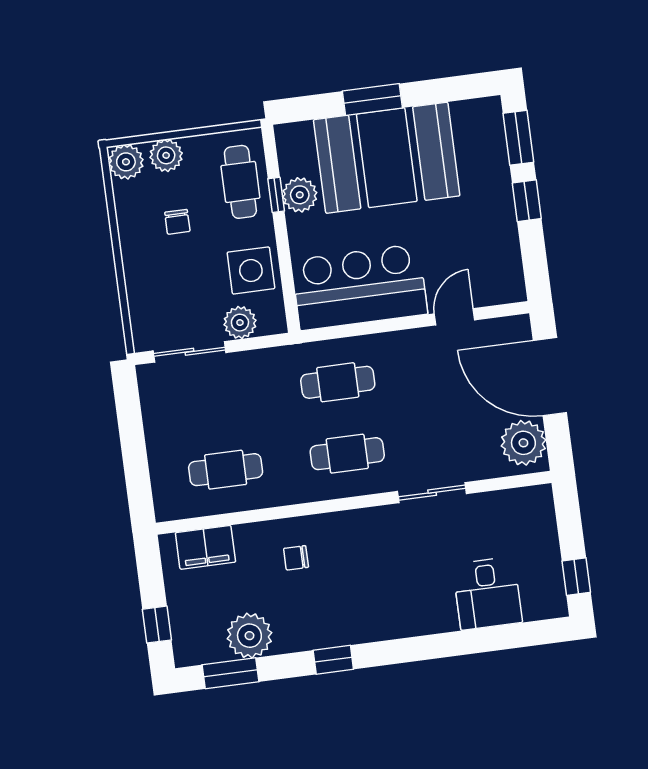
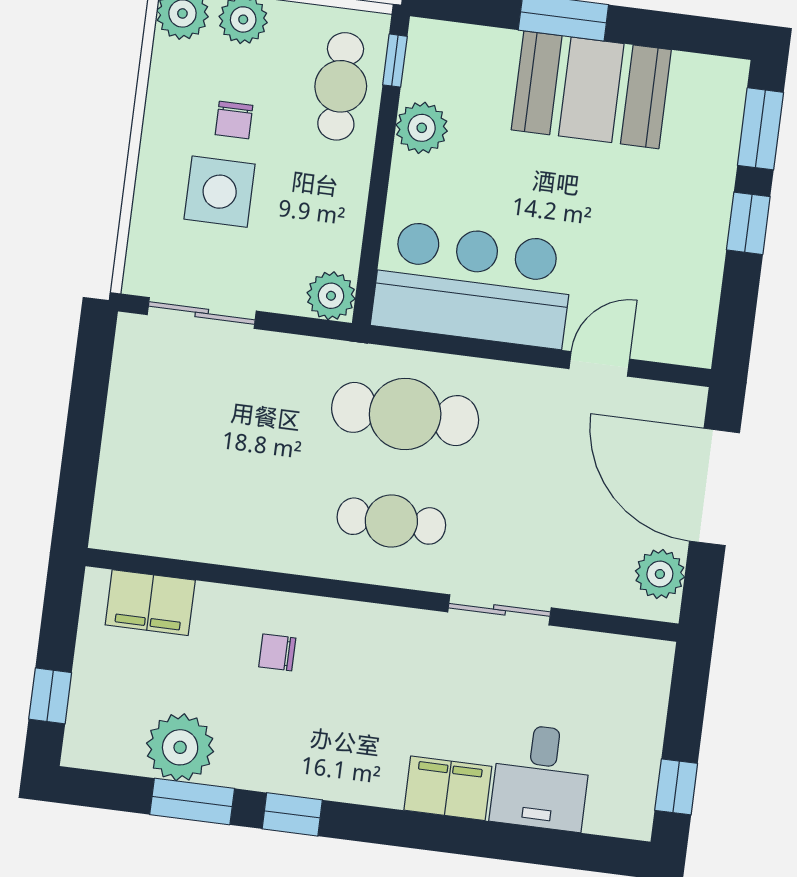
booth: (387, 158) -> (591, 90), width x0.73, depth x0.70
window: (276, 195) -> (395, 61), moved
side table: (251, 270) -> (220, 192), moved
plant: (240, 323) -> (331, 296), moved
cafe table: (338, 382) -> (405, 414), width x1.37, depth x1.35
plant: (523, 443) -> (660, 574), width x0.73, depth x0.73
cafe table: (226, 470) -> (209, 498), removed
filing cabinet: (429, 616) -> (448, 788), added
window: (231, 673) -> (192, 802), moved

